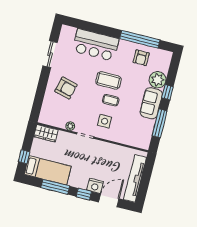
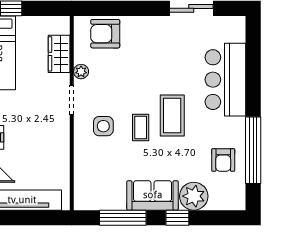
armchair: (141, 58) -> (223, 160), turned -90
armchair: (66, 88) -> (105, 34), moved, turned 76
wardrobe: (46, 133) -> (59, 54), moved

